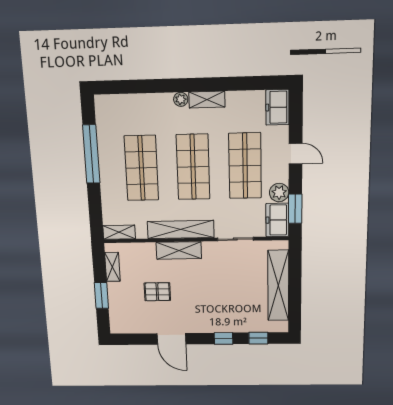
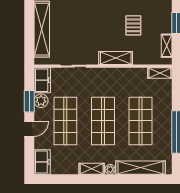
door: (296, 154) -> (29, 129), swing flipped
window: (295, 209) -> (29, 101), moved
shelving: (181, 229) -> (141, 168), moved
pallet: (157, 292) -> (133, 25), turned 90

